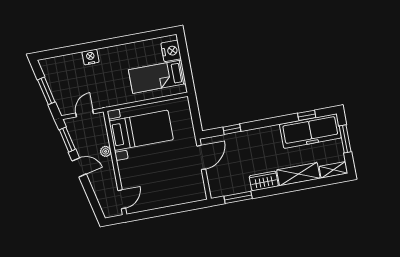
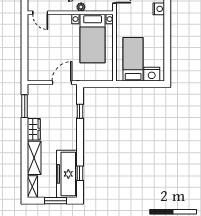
door: (201, 157) -> (62, 83), swing flipped

